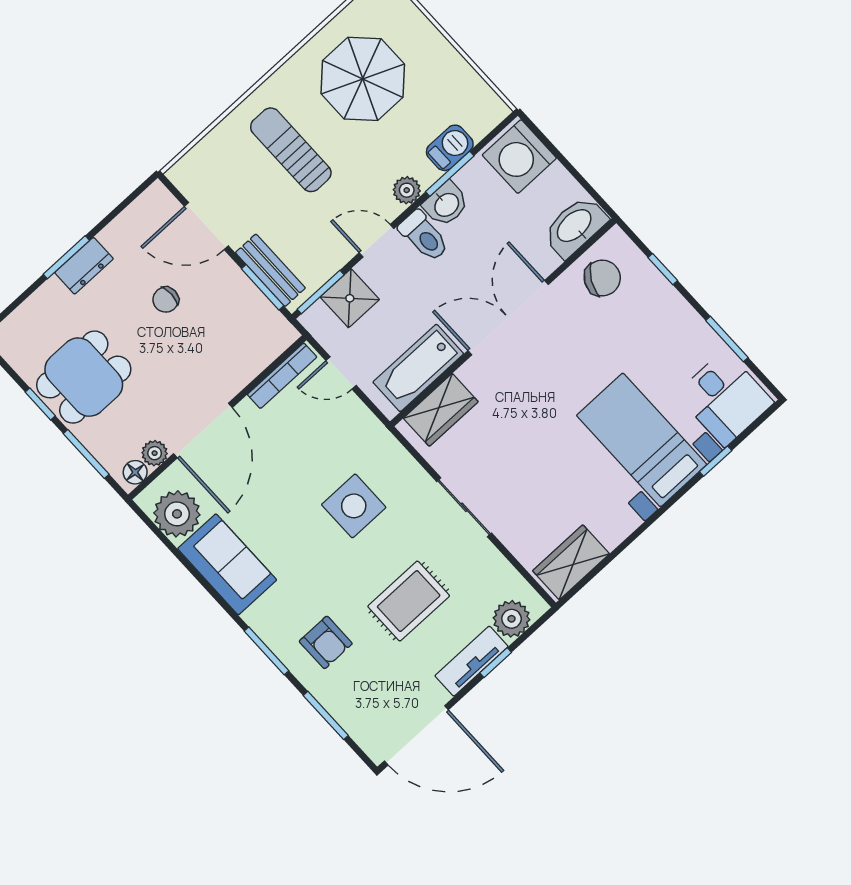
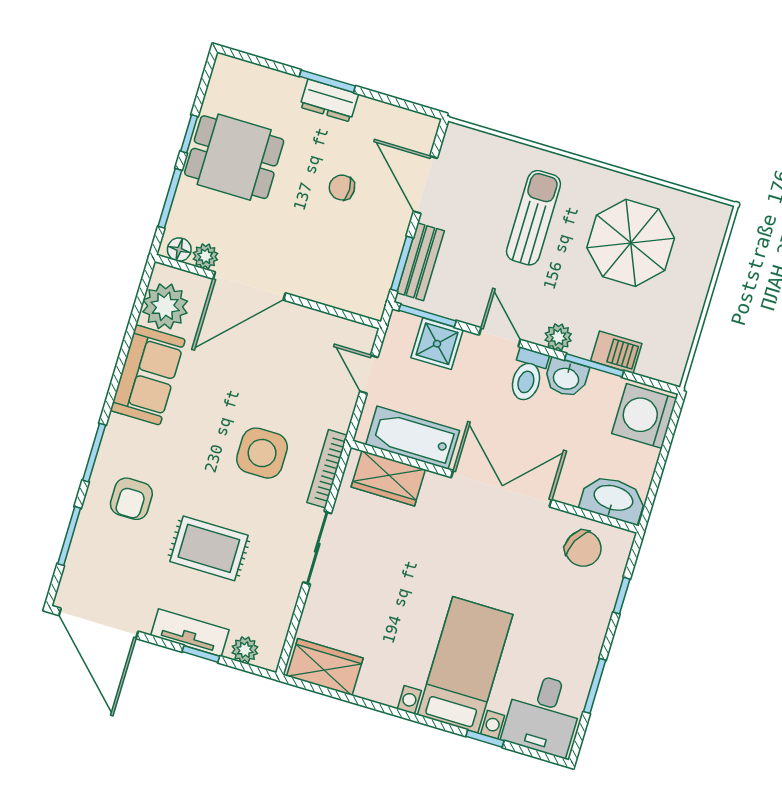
bookcase: (282, 376) -> (327, 469), moved, turned 90
plant: (512, 619) -> (245, 650), width x0.73, depth x0.73

